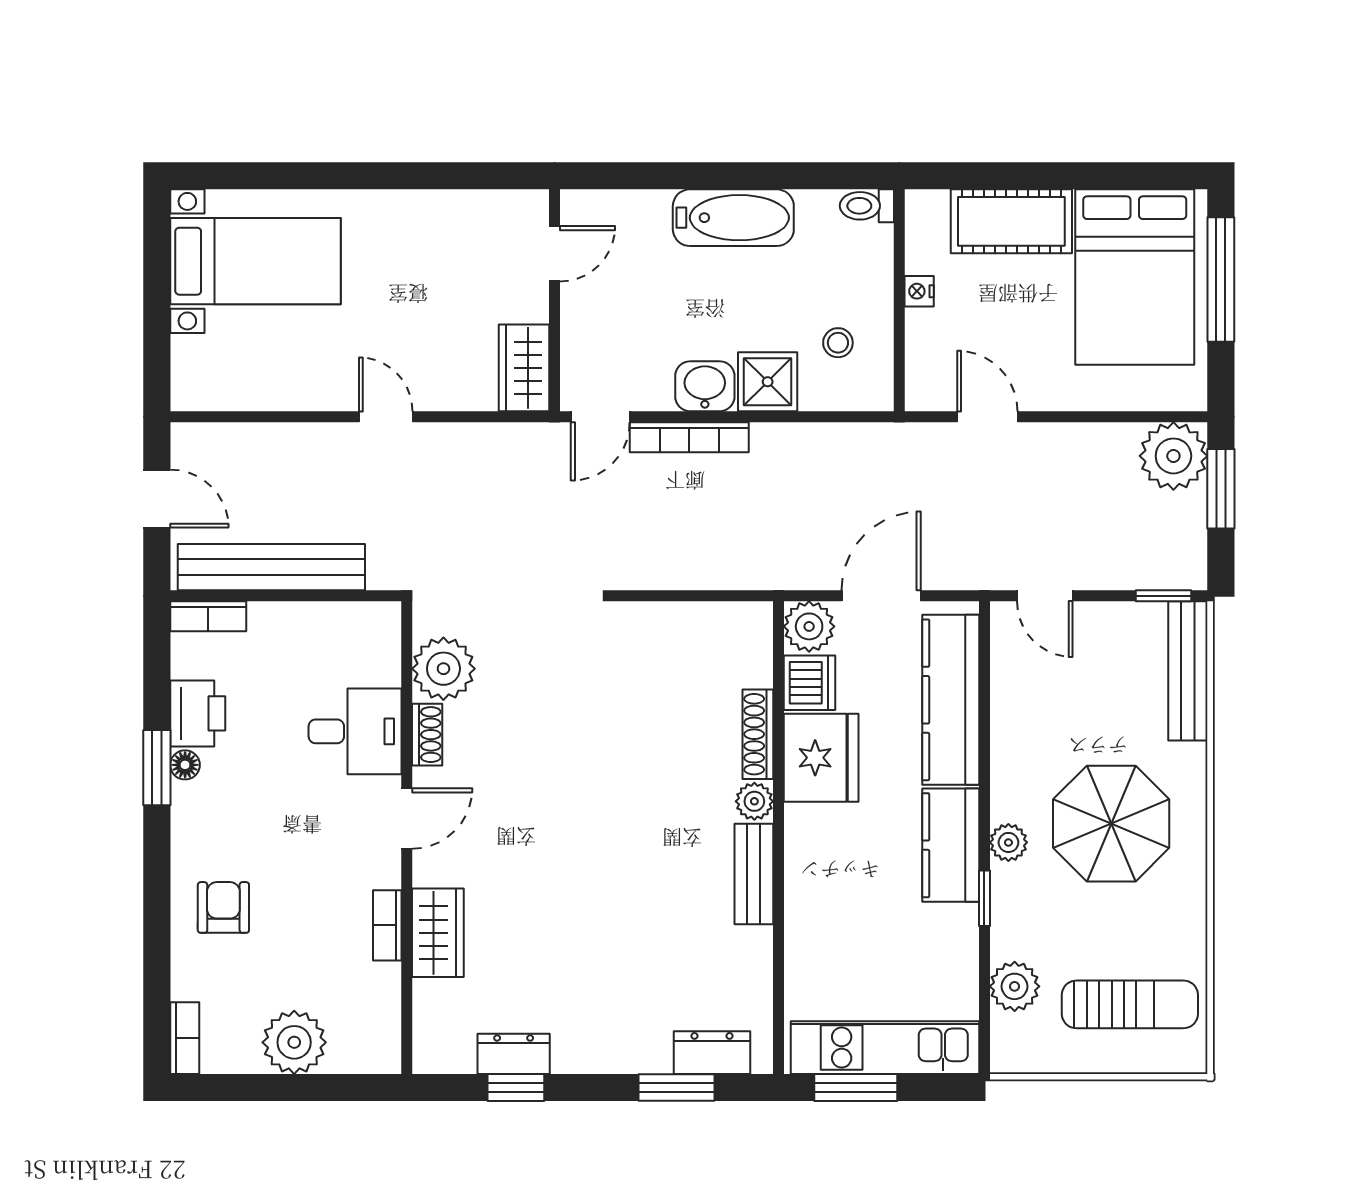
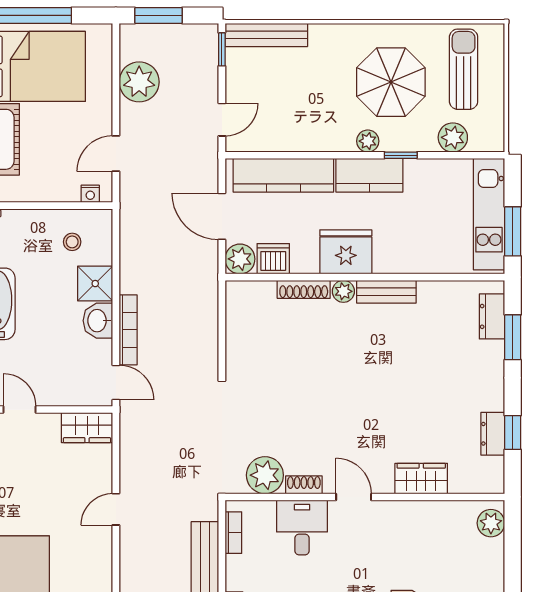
nightstand: (919, 291) -> (90, 194), moved
plant: (1173, 456) -> (139, 82), moved
fridge: (821, 758) -> (346, 252), moved
parasol: (1111, 824) -> (391, 82), moved
bookcase: (387, 925) -> (233, 533), moved, turned -90
plant: (294, 1042) -> (491, 523), moved, width x0.73, depth x0.73

